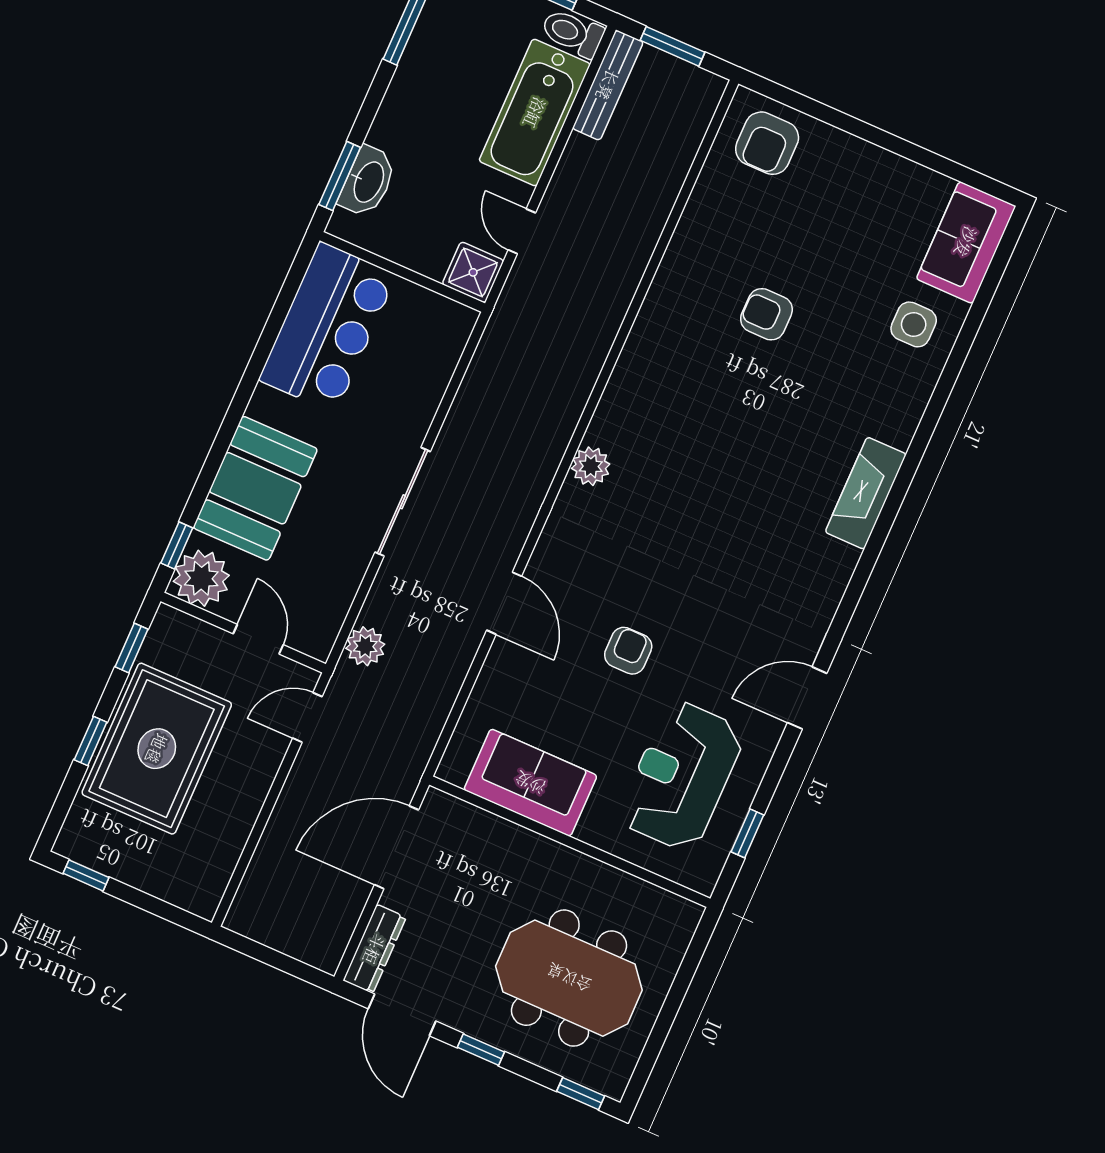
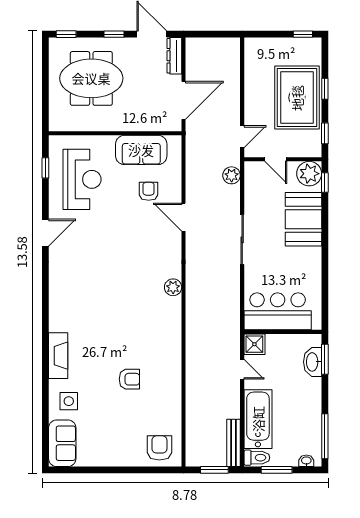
bar counter: (328, 327) -> (278, 311), moved, turned 90
fireplace: (866, 493) -> (58, 356), moved
armchair: (628, 651) -> (149, 191), moved, turned 180

